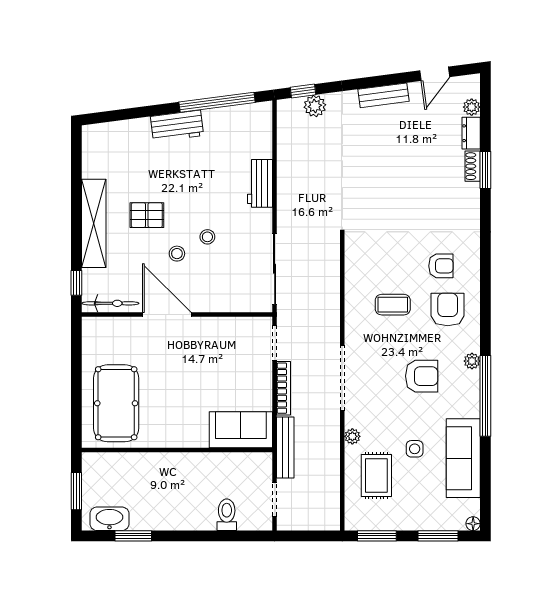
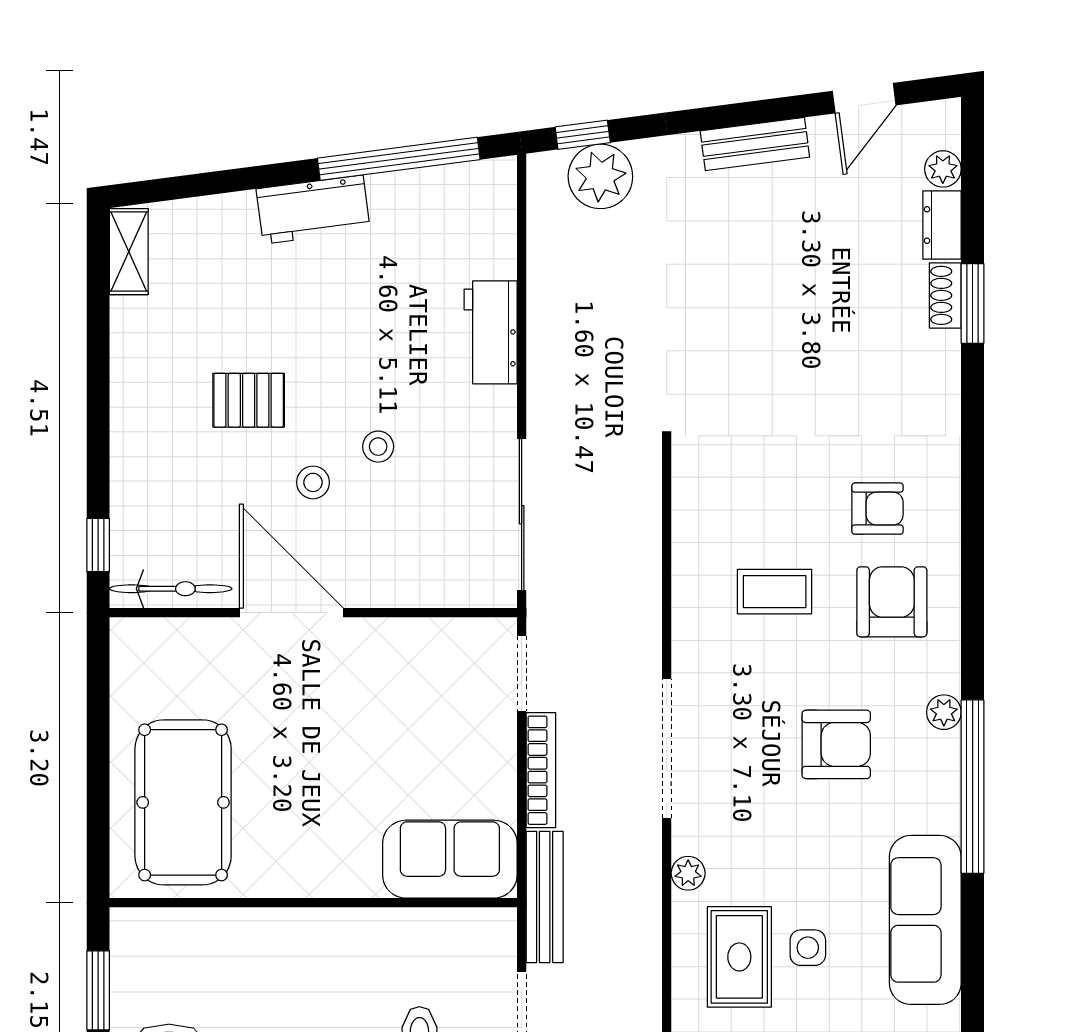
plant: (315, 106) -> (600, 176), width x1.36, depth x1.36
shelving: (94, 223) -> (129, 252), moved, width x0.45, depth x0.75
side table: (415, 449) -> (808, 948), moved

